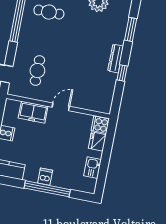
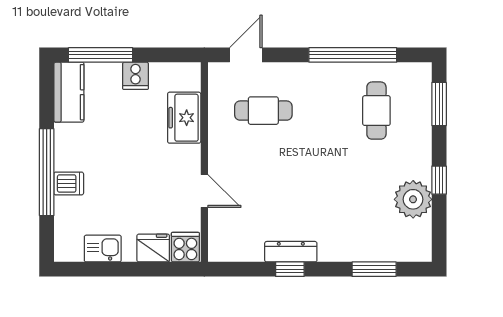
dresser: (116, 58) -> (291, 252), moved
door: (61, 107) -> (204, 191), moved
dishwasher: (45, 177) -> (69, 183), moved

